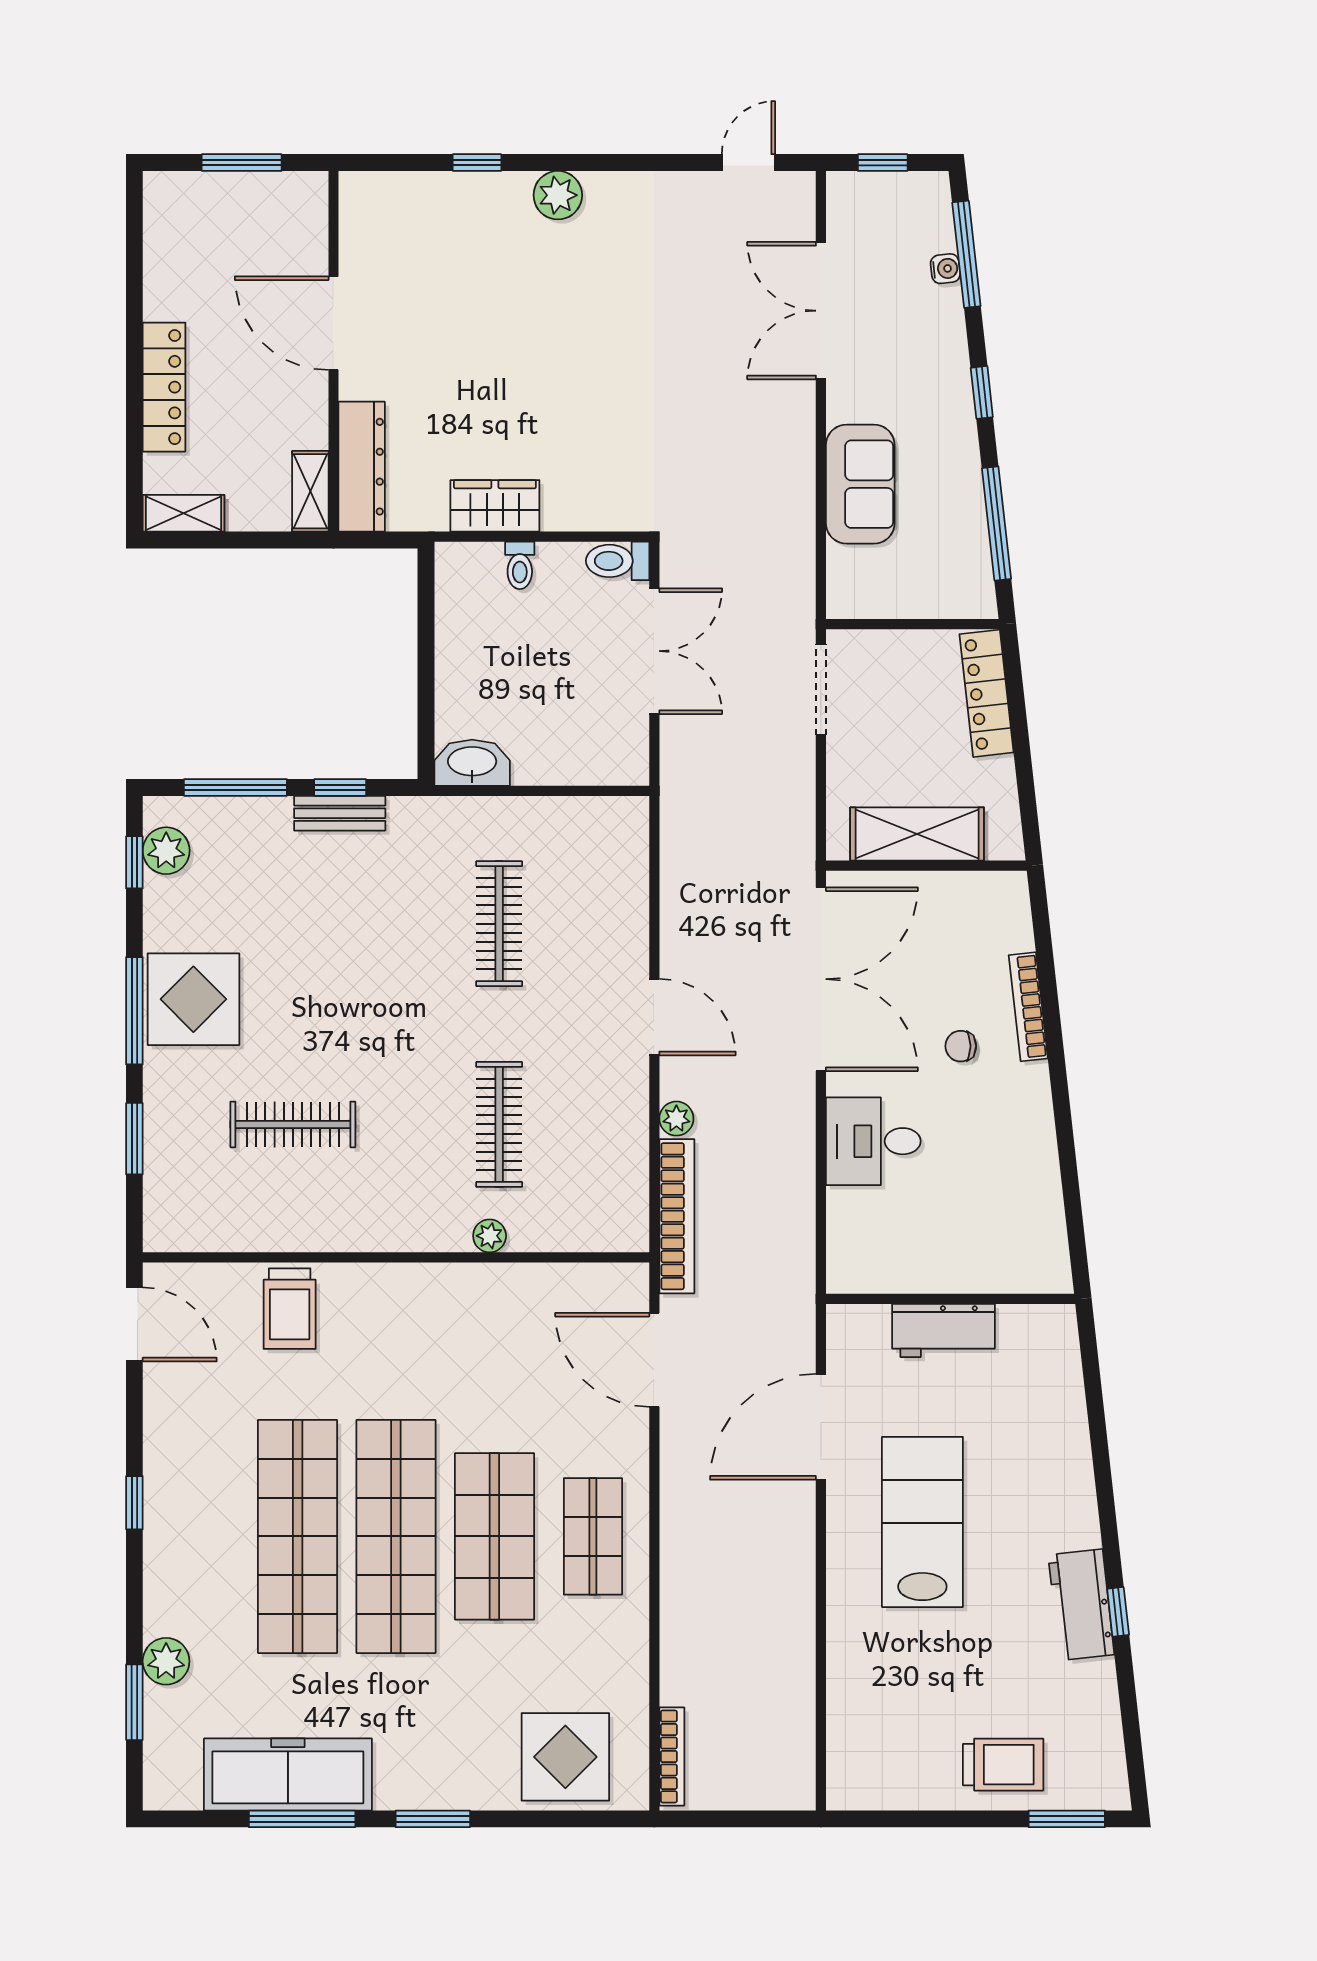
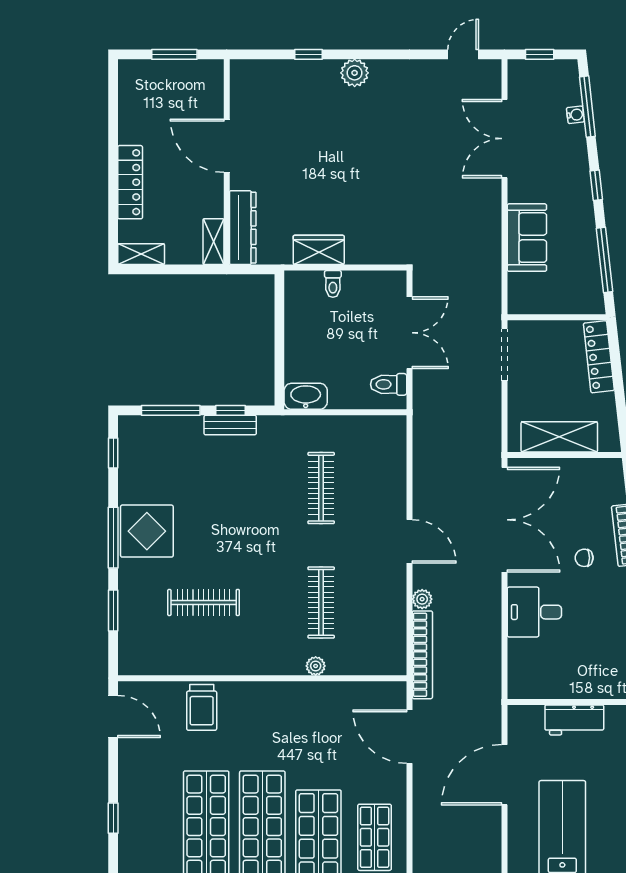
toilet: (618, 561) -> (389, 384), moved
plant: (166, 851) -> (131, 446), removed

